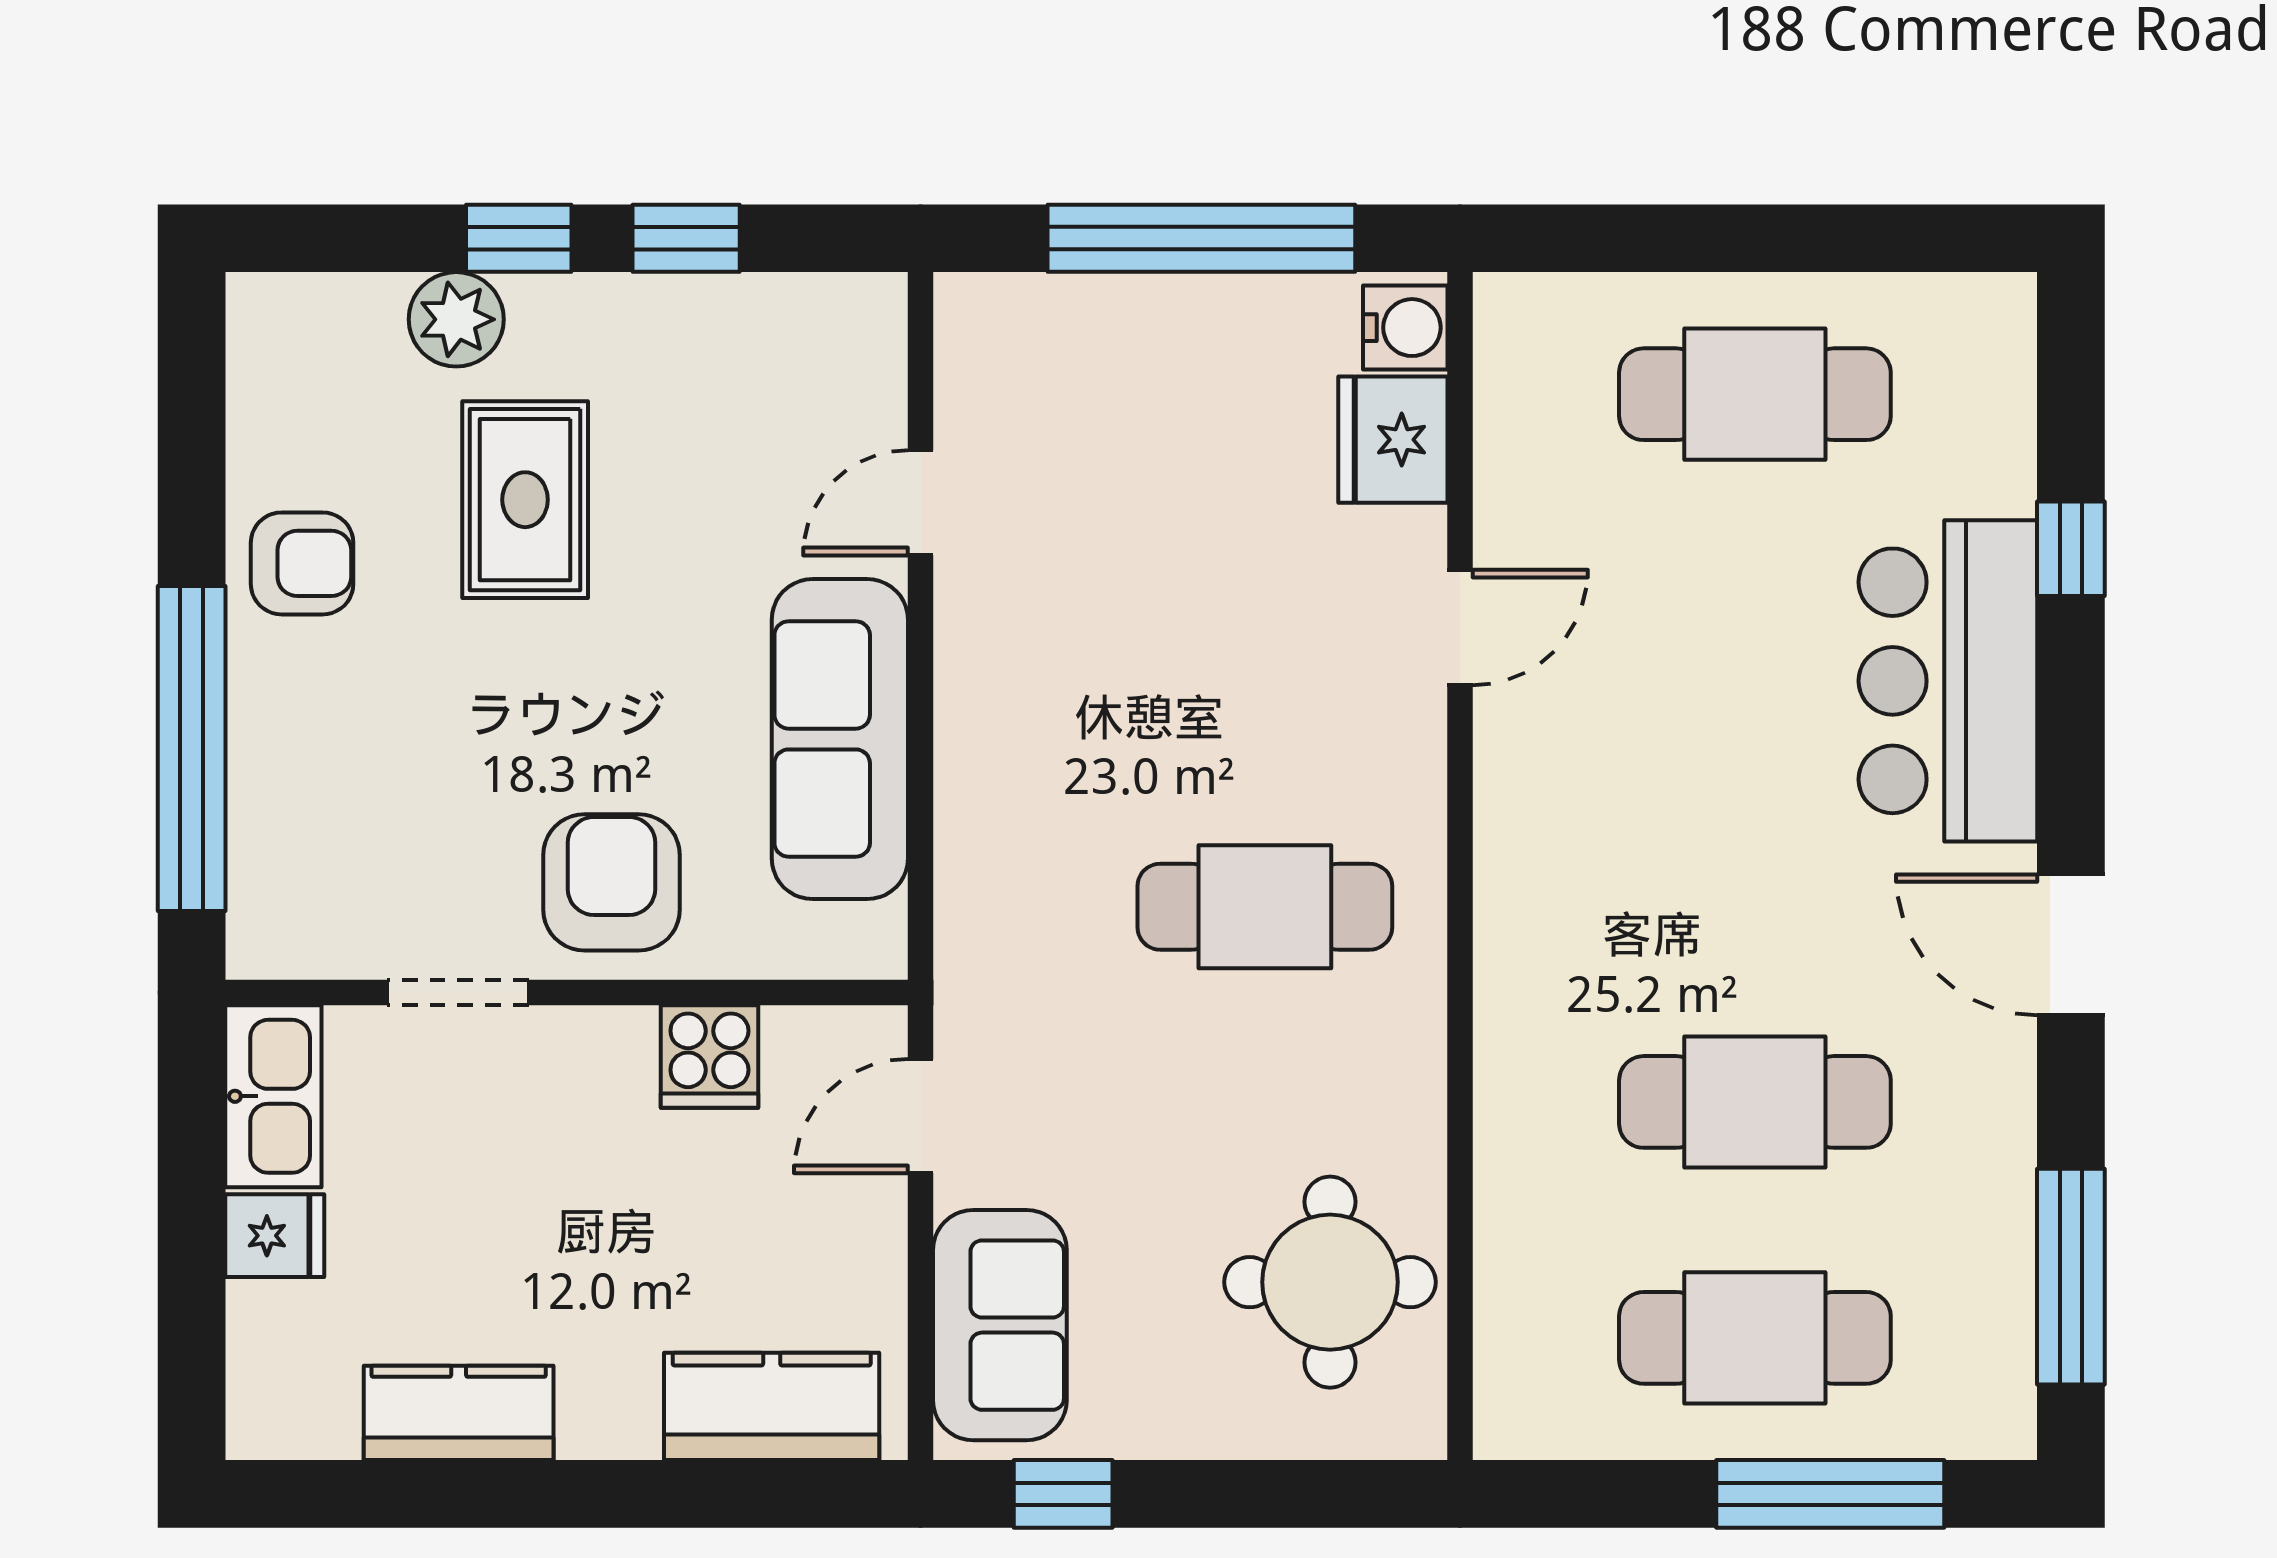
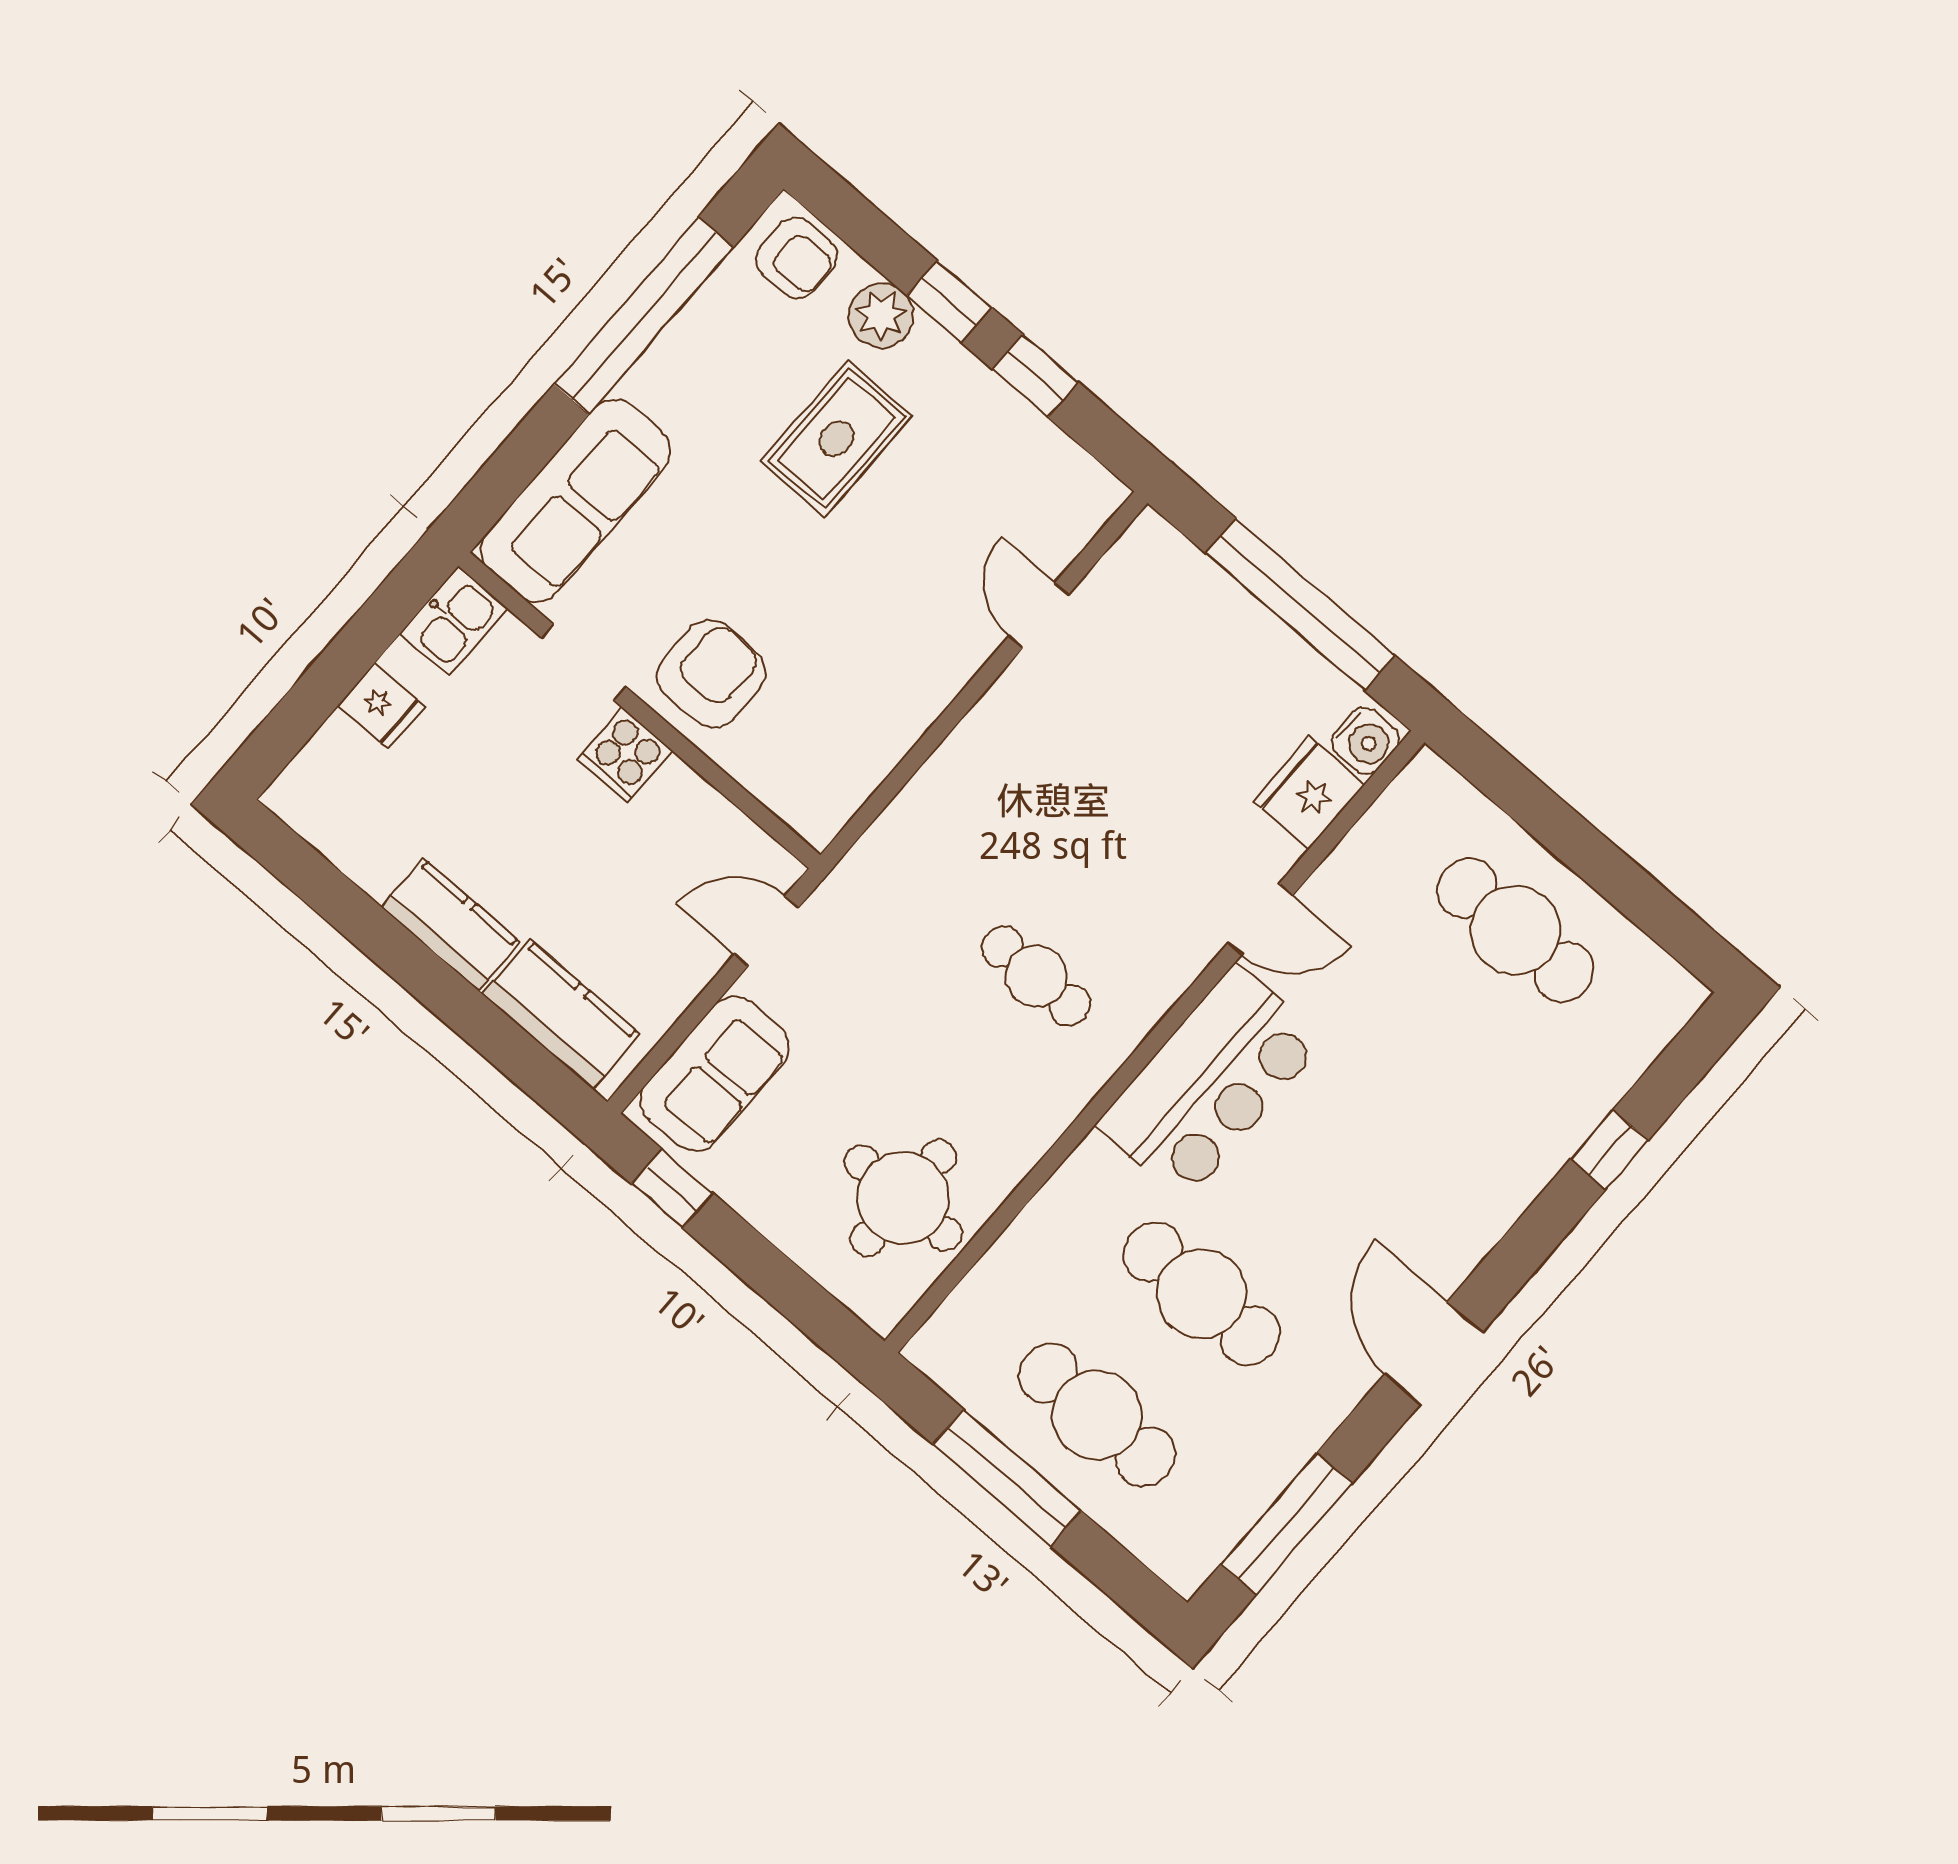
door: (921, 503) -> (1038, 616), hinge flipped
armchair: (302, 563) -> (796, 258), moved
bar counter: (1948, 681) -> (1211, 1083), moved, turned 180
sofa: (840, 739) -> (576, 500), moved, turned 180
window: (192, 748) -> (644, 316), moved
cafe table: (1265, 907) -> (1036, 976), width x0.73, depth x0.74
cooker: (709, 1056) -> (625, 755), moved
kitchen sink: (273, 1096) -> (454, 621), width x0.73
kitchen counter: (459, 1413) -> (451, 925), moved
window: (1830, 1494) -> (1007, 1477), moved

